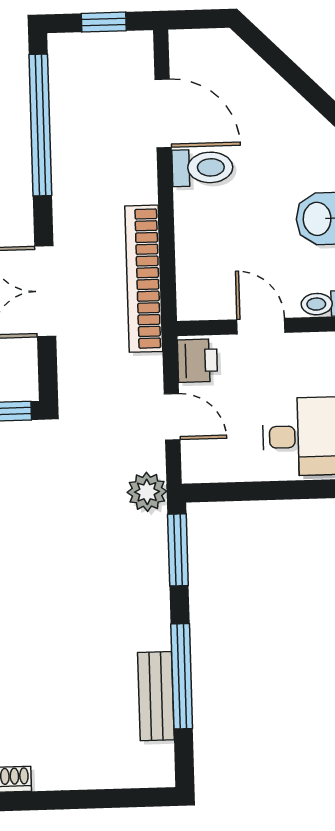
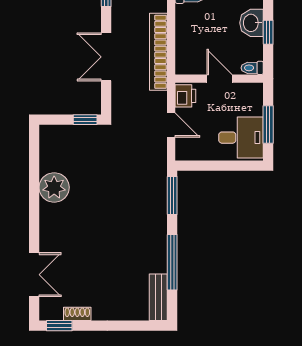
plant: (147, 492) -> (157, 164), removed
bench: (156, 696) -> (158, 297), moved

